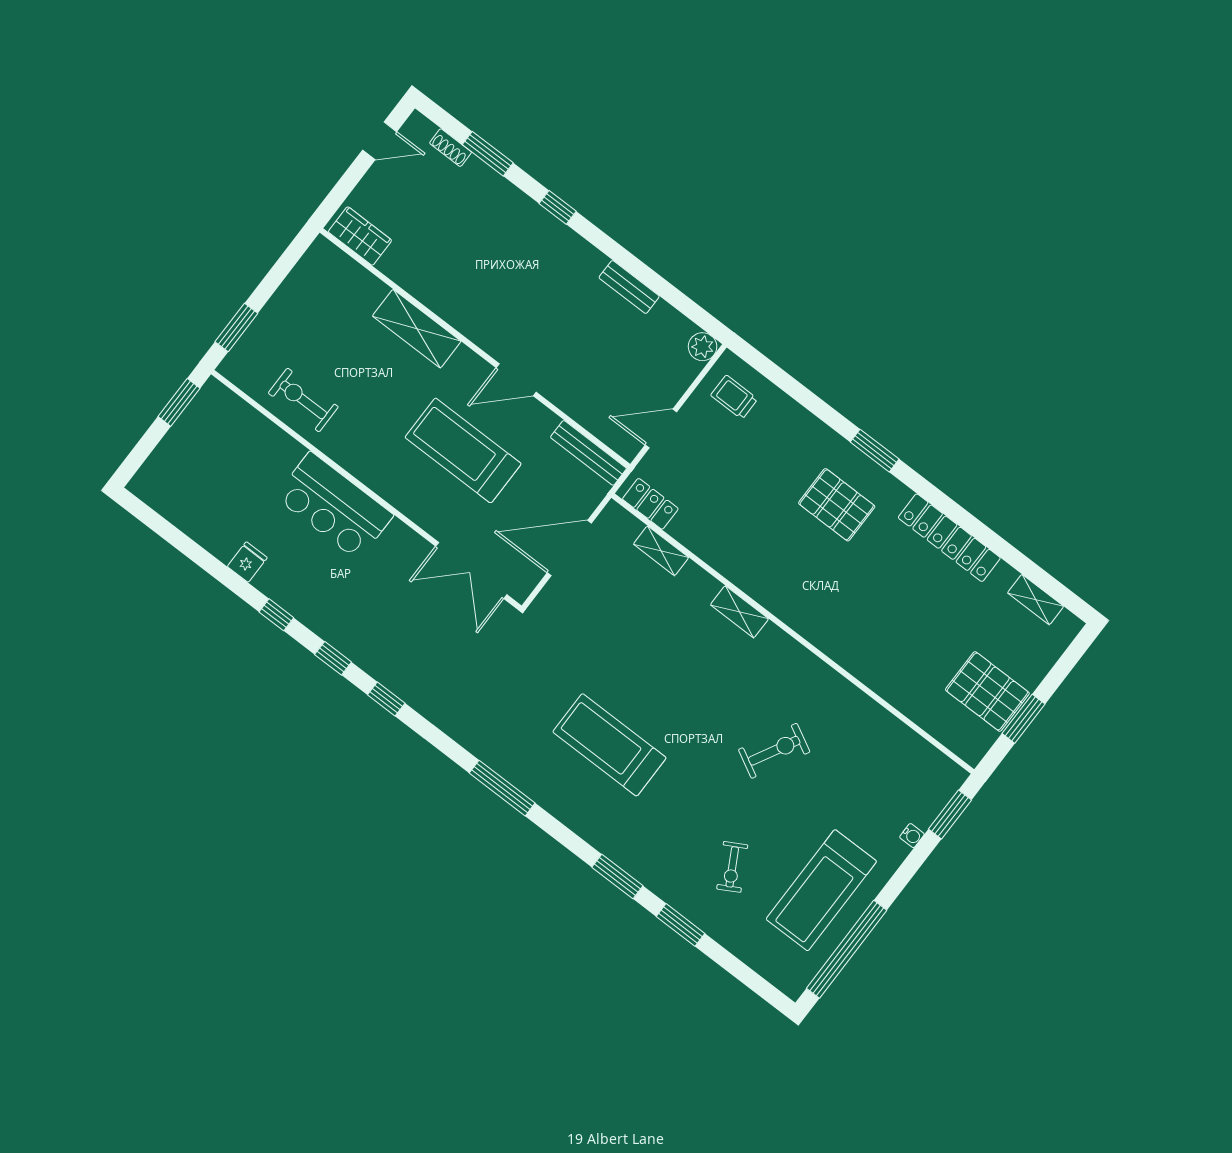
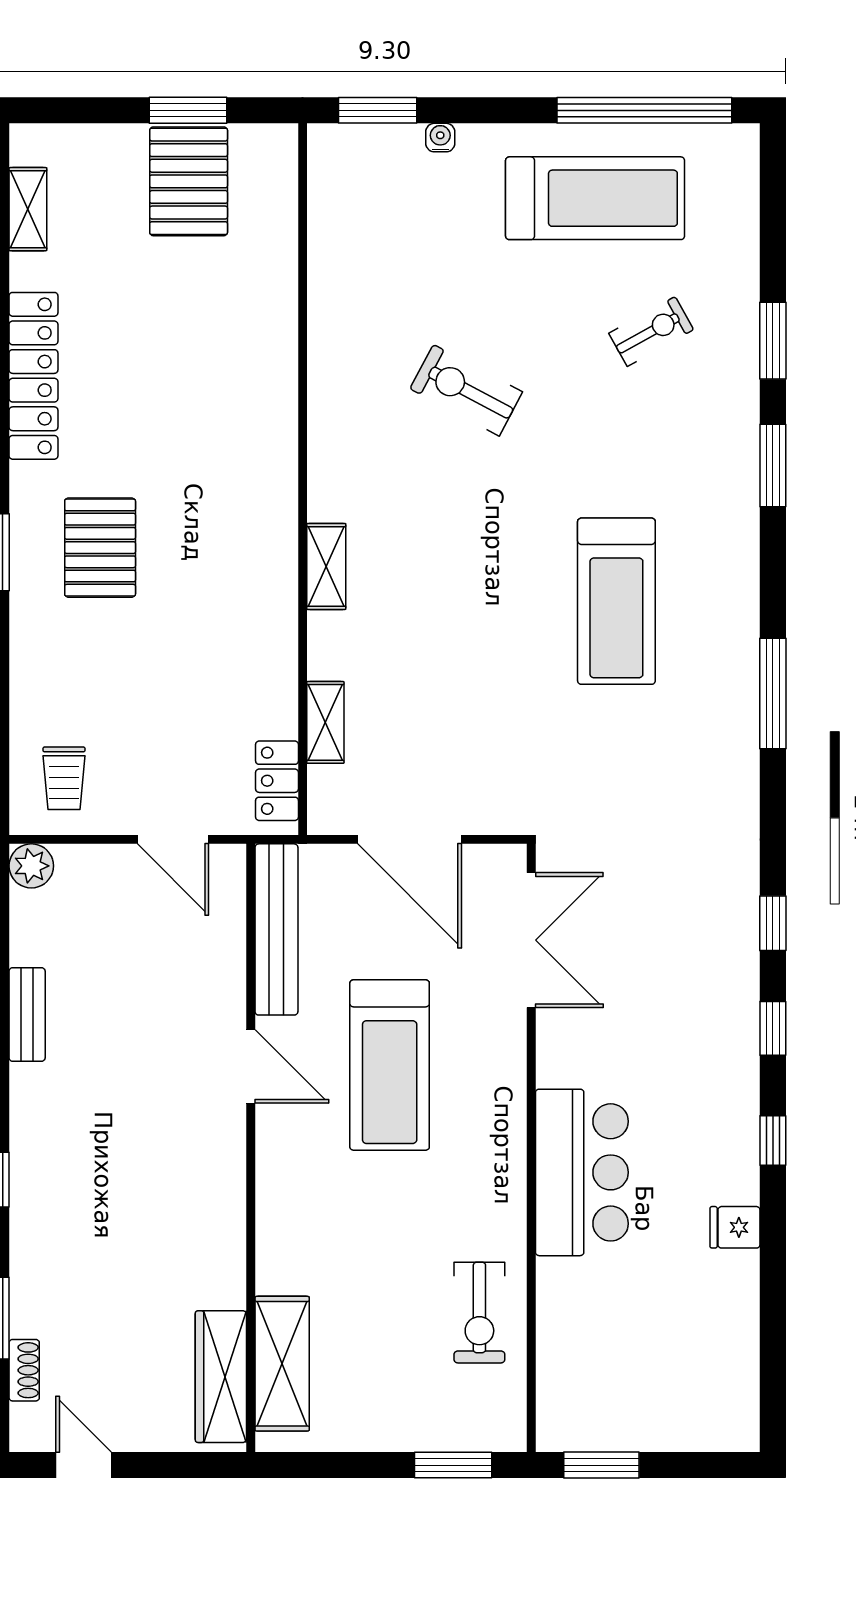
wardrobe: (360, 236) -> (221, 1377), width x1.50
shelving: (417, 329) -> (282, 1364), moved
bench: (588, 453) -> (276, 929), width x1.37, depth x1.21

